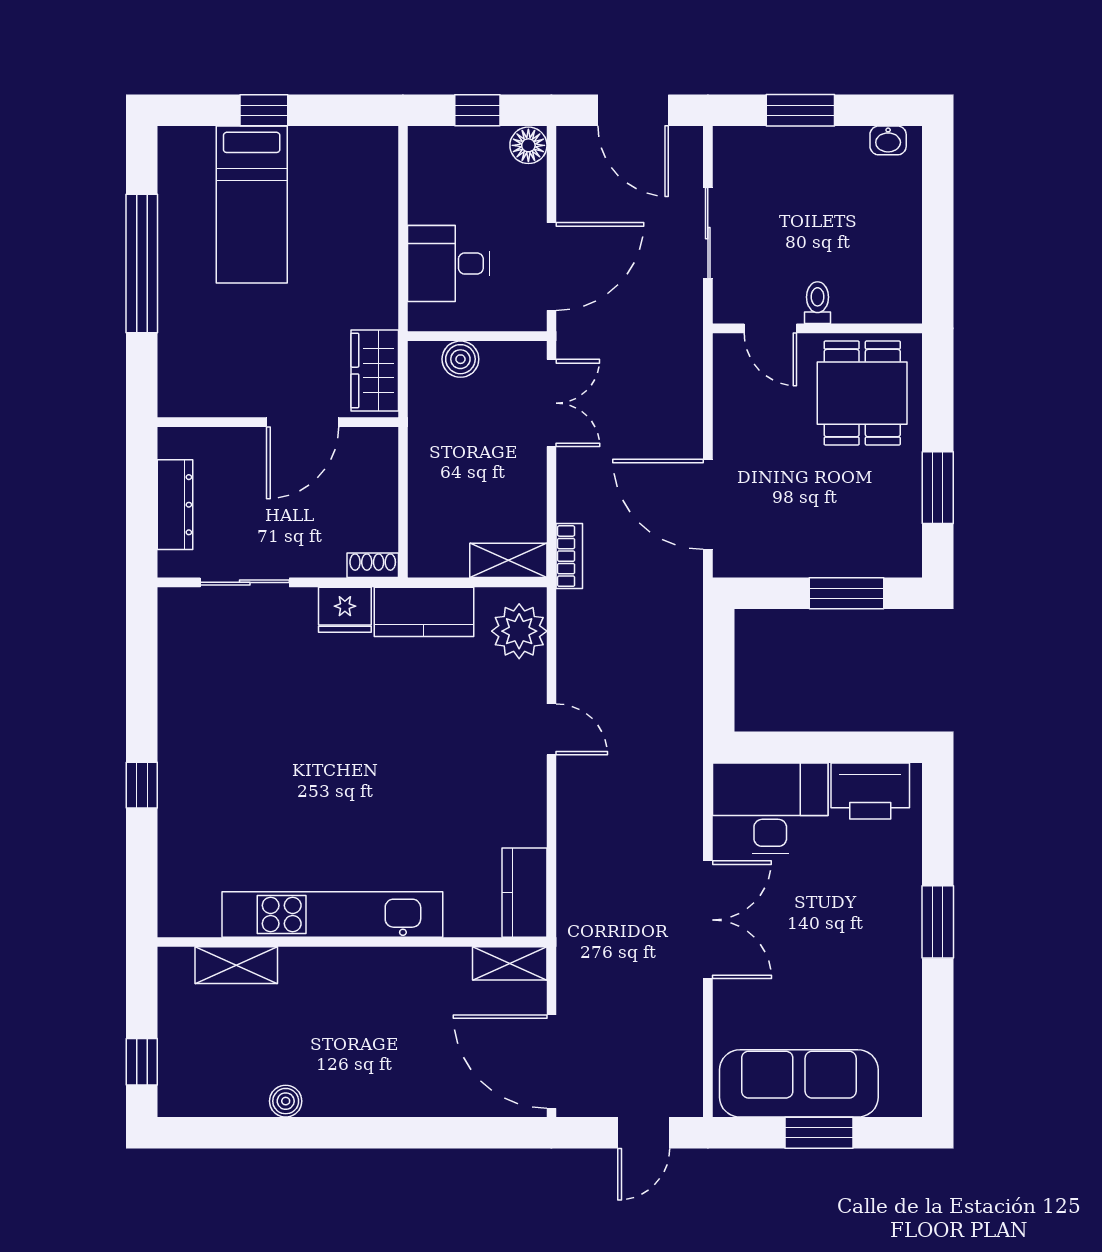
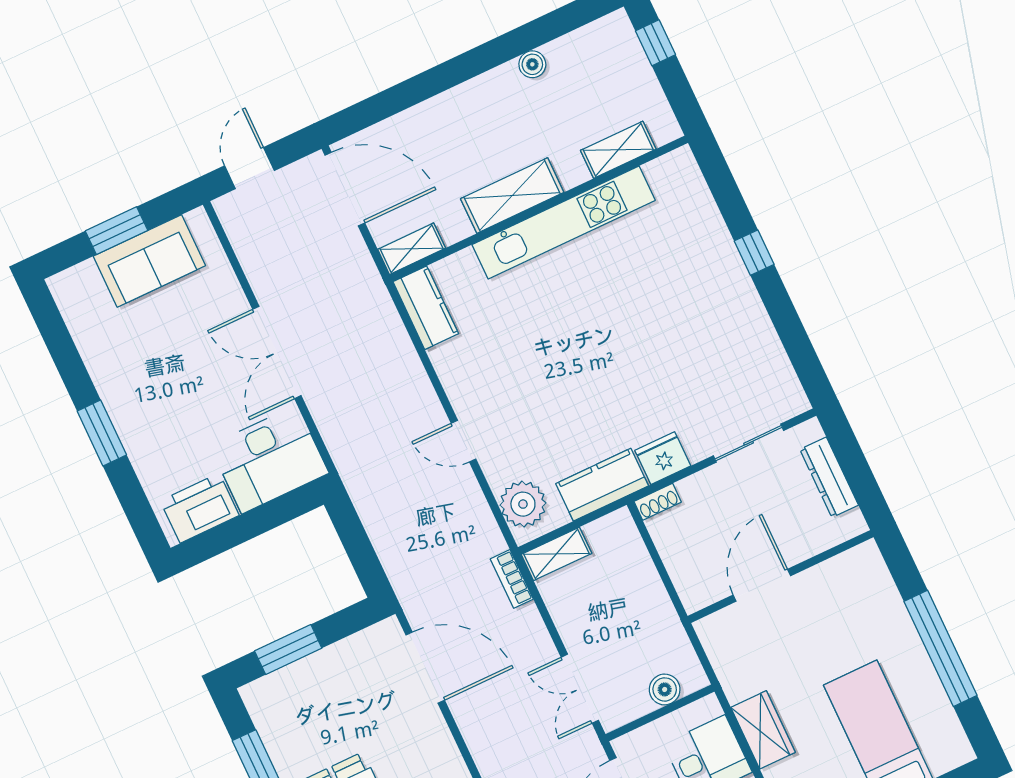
wardrobe: (375, 371) -> (763, 730), moved
shelving: (374, 970) -> (512, 196), added
sofa: (799, 1083) -> (149, 261), width x0.73

